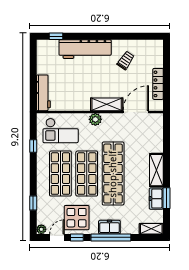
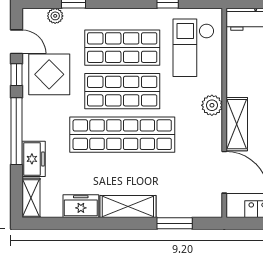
window: (167, 198) -> (175, 223), moved
freezer: (109, 227) -> (34, 159), moved
plant: (41, 229) -> (55, 16), moved

